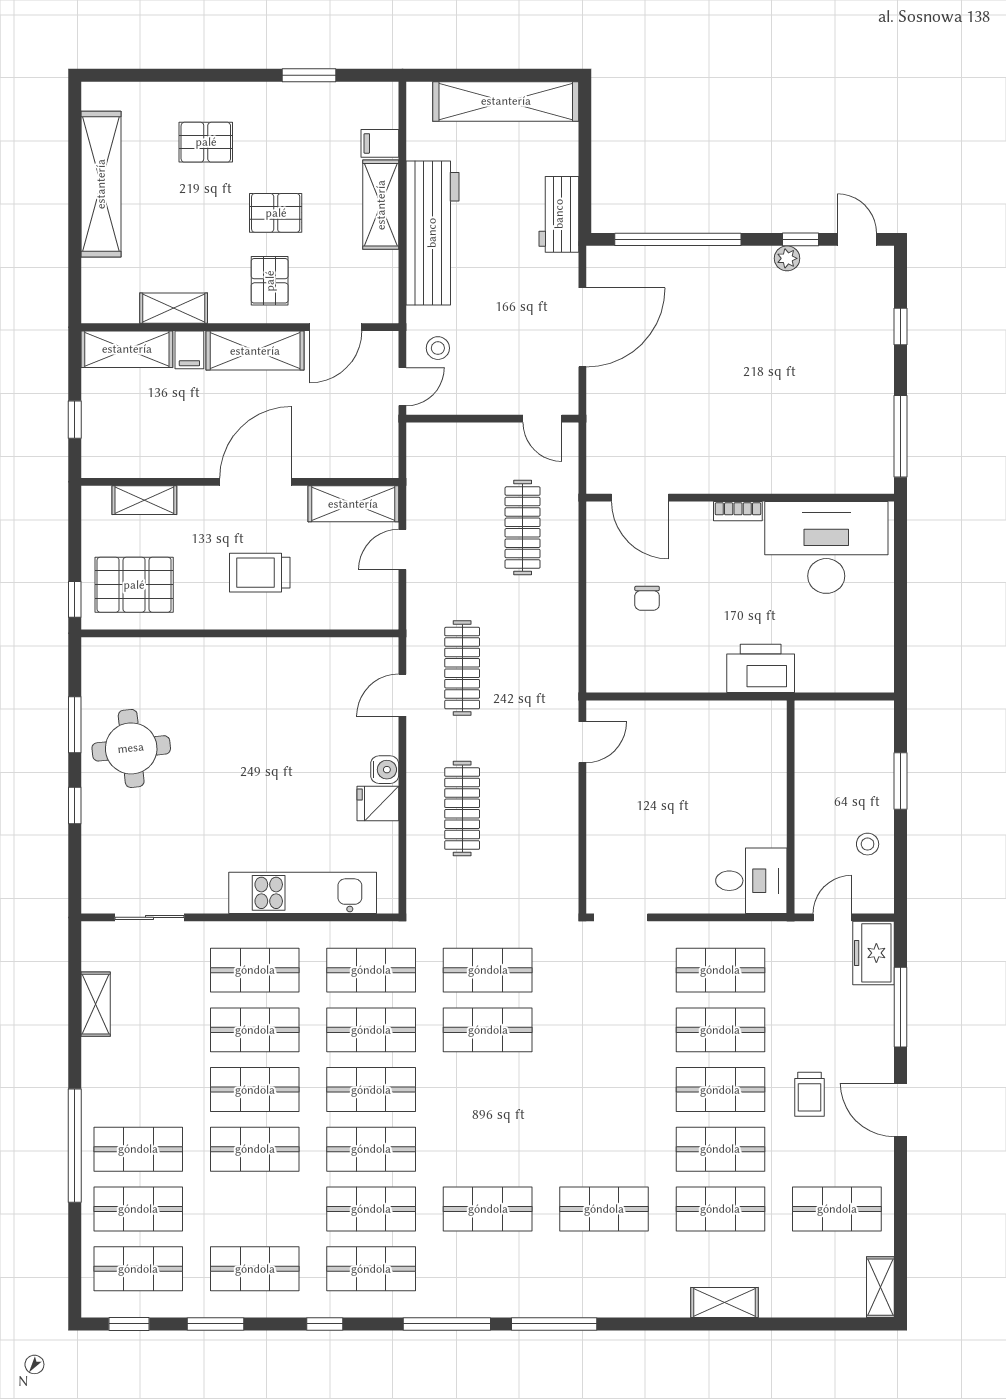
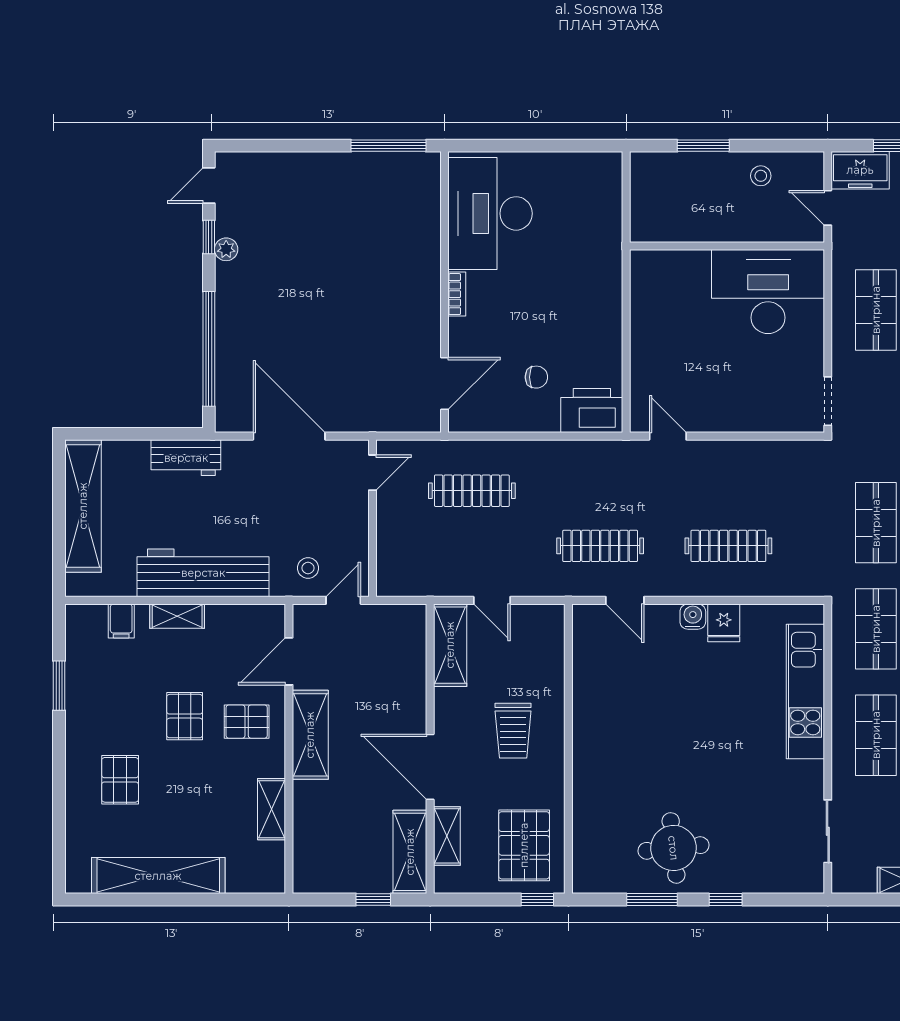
shelving: (381, 205) -> (177, 616), width x0.67, depth x0.75
window: (900, 326) -> (288, 146), removed
door: (336, 327) -> (289, 661), swing flipped
shelving: (127, 349) -> (410, 852), moved
filing cabinet: (189, 350) -> (310, 795), removed
door: (402, 387) -> (343, 600), hinge flipped
door: (256, 482) -> (430, 767), moved
printer: (761, 668) -> (592, 411), moved, turned 90
desk: (751, 881) -> (768, 292), width x1.87, depth x1.30

